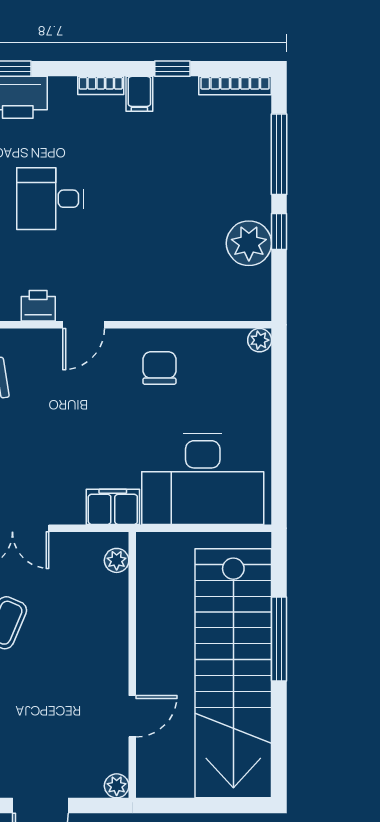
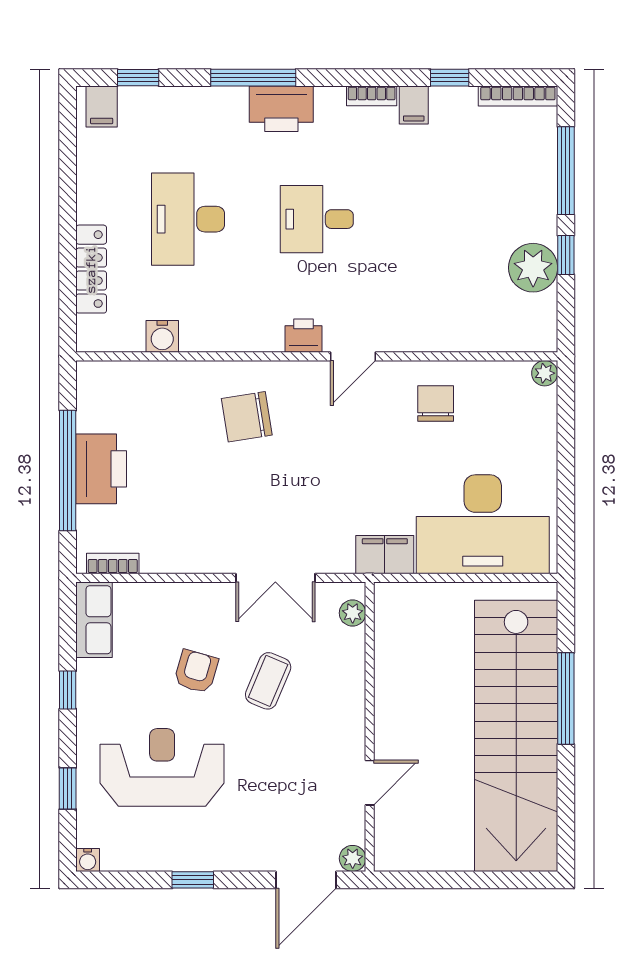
plant: (117, 560) -> (353, 613), moved
wall: (132, 665) -> (370, 727), moved
door: (132, 716) -> (370, 783), moved
plant: (117, 786) -> (353, 858), moved

